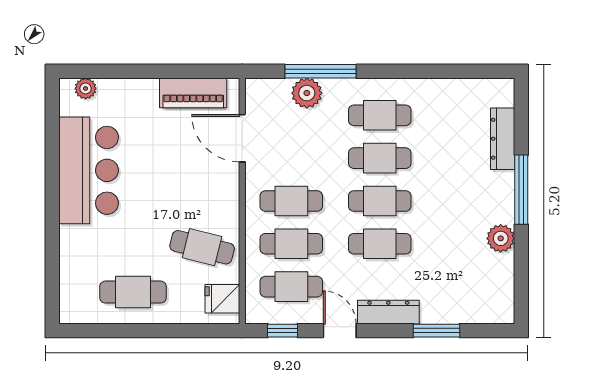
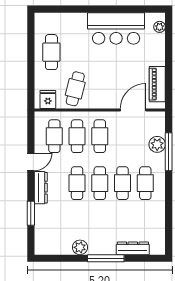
window: (283, 331) -> (31, 132), removed

